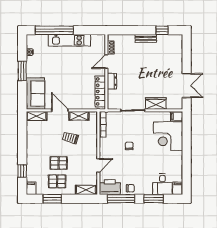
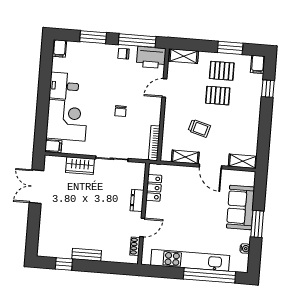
kitchen unit: (69, 40) -> (190, 260), width x1.36
locker: (100, 91) -> (154, 188), width x0.66
sofa: (35, 94) -> (241, 208), moved
desk: (162, 184) -> (64, 86), moved, turned -90

